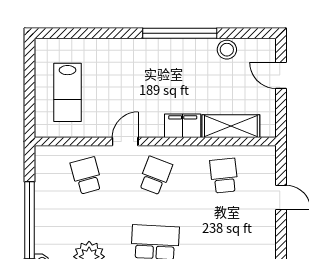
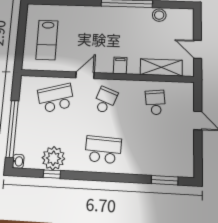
door: (281, 75) -> (198, 49), moved
filing cabinet: (183, 126) -> (120, 65), width x0.50
school desk: (86, 176) -> (56, 98), width x1.85

